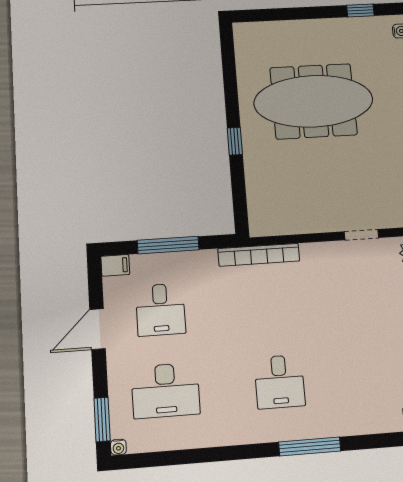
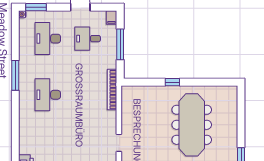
desk: (280, 382) -> (48, 95), width x1.37
window: (310, 446) -> (15, 75), moved

